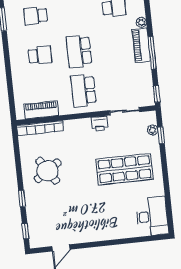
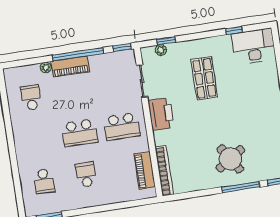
window: (152, 53) -> (78, 54), width x1.46
printer: (100, 124) -> (161, 114), width x1.87, depth x1.48
shop shelf: (125, 169) -> (204, 78), width x0.70, depth x0.74
round table: (48, 171) -> (230, 159), moved
window: (22, 199) -> (241, 187), width x2.17
window: (168, 199) -> (234, 30), added

